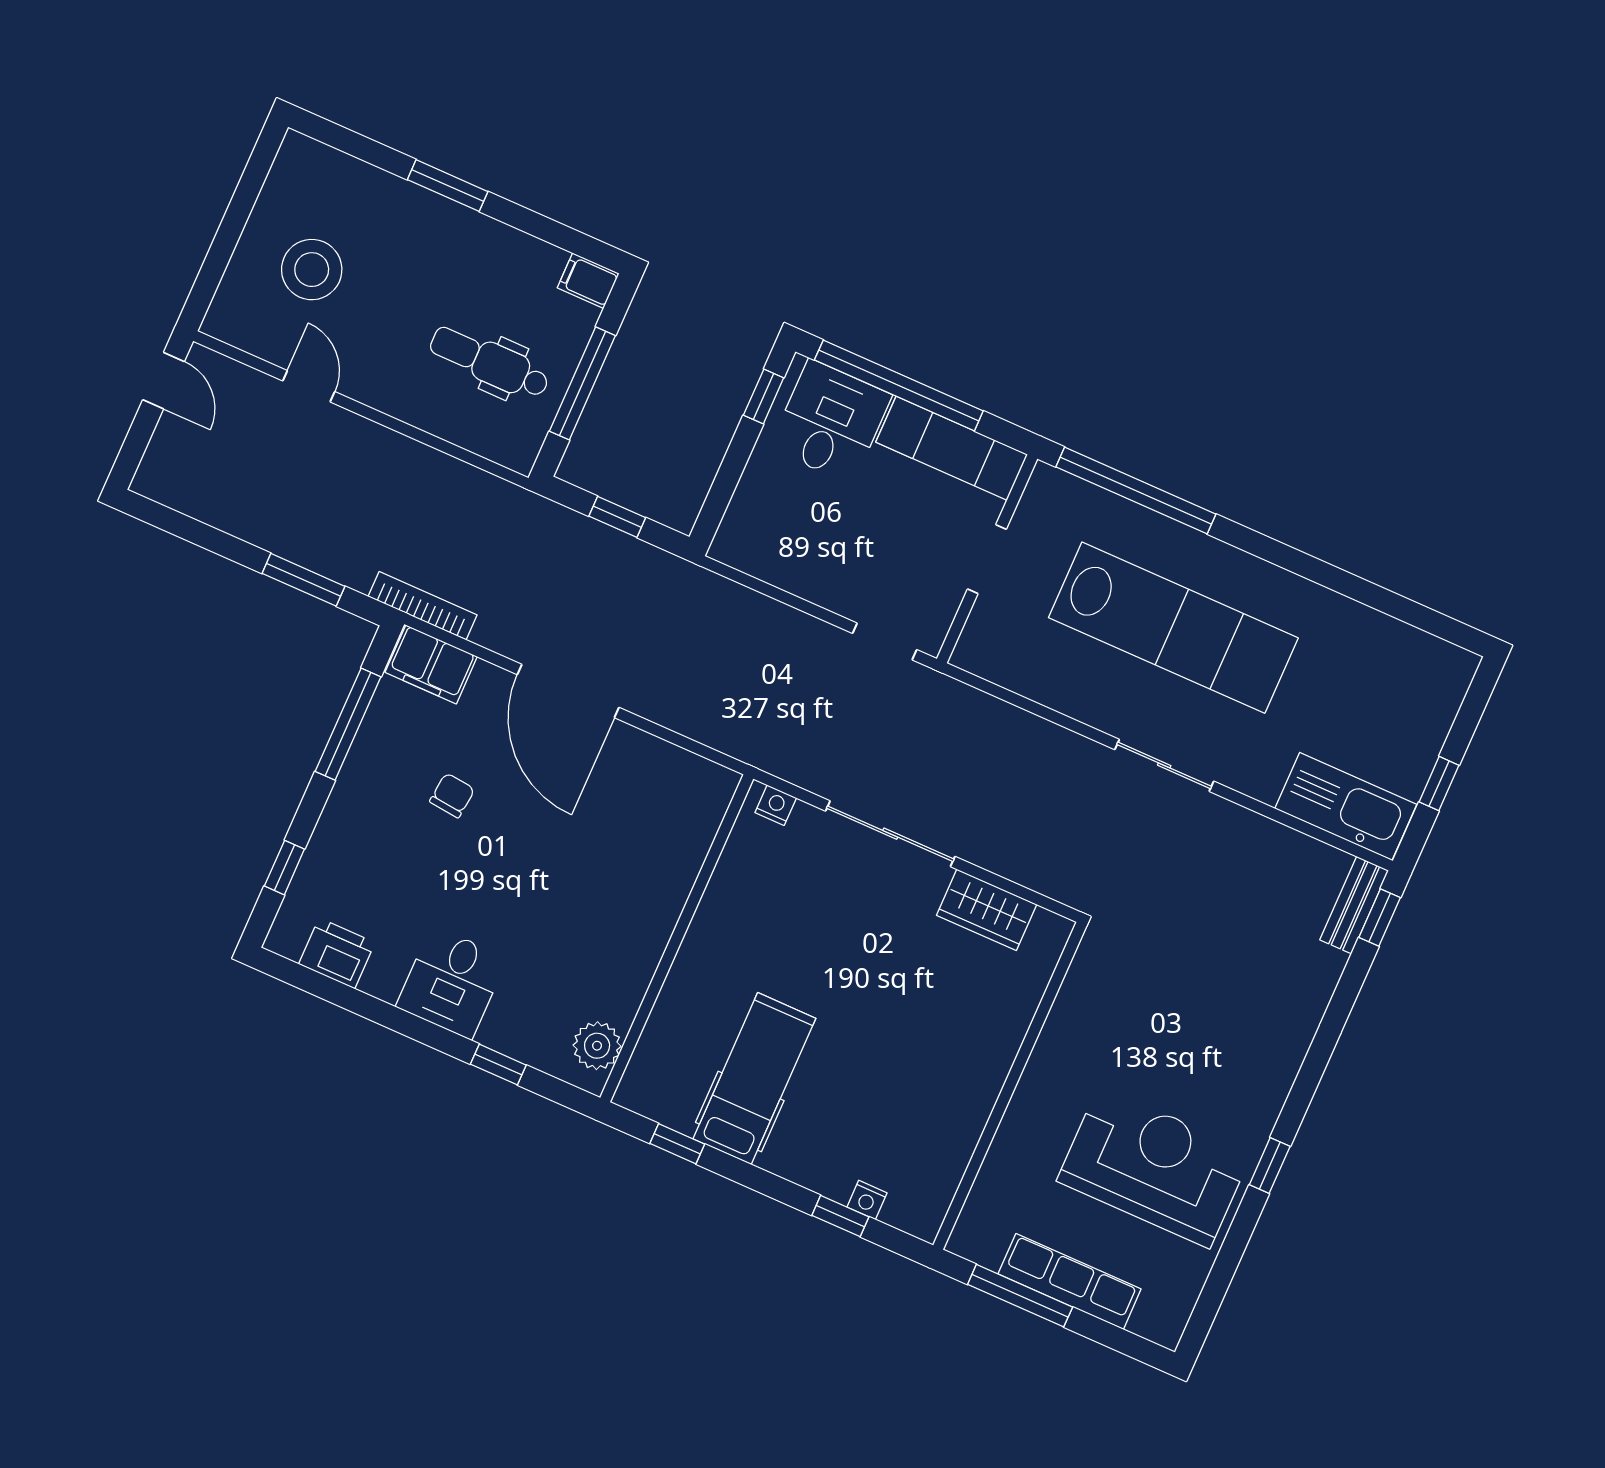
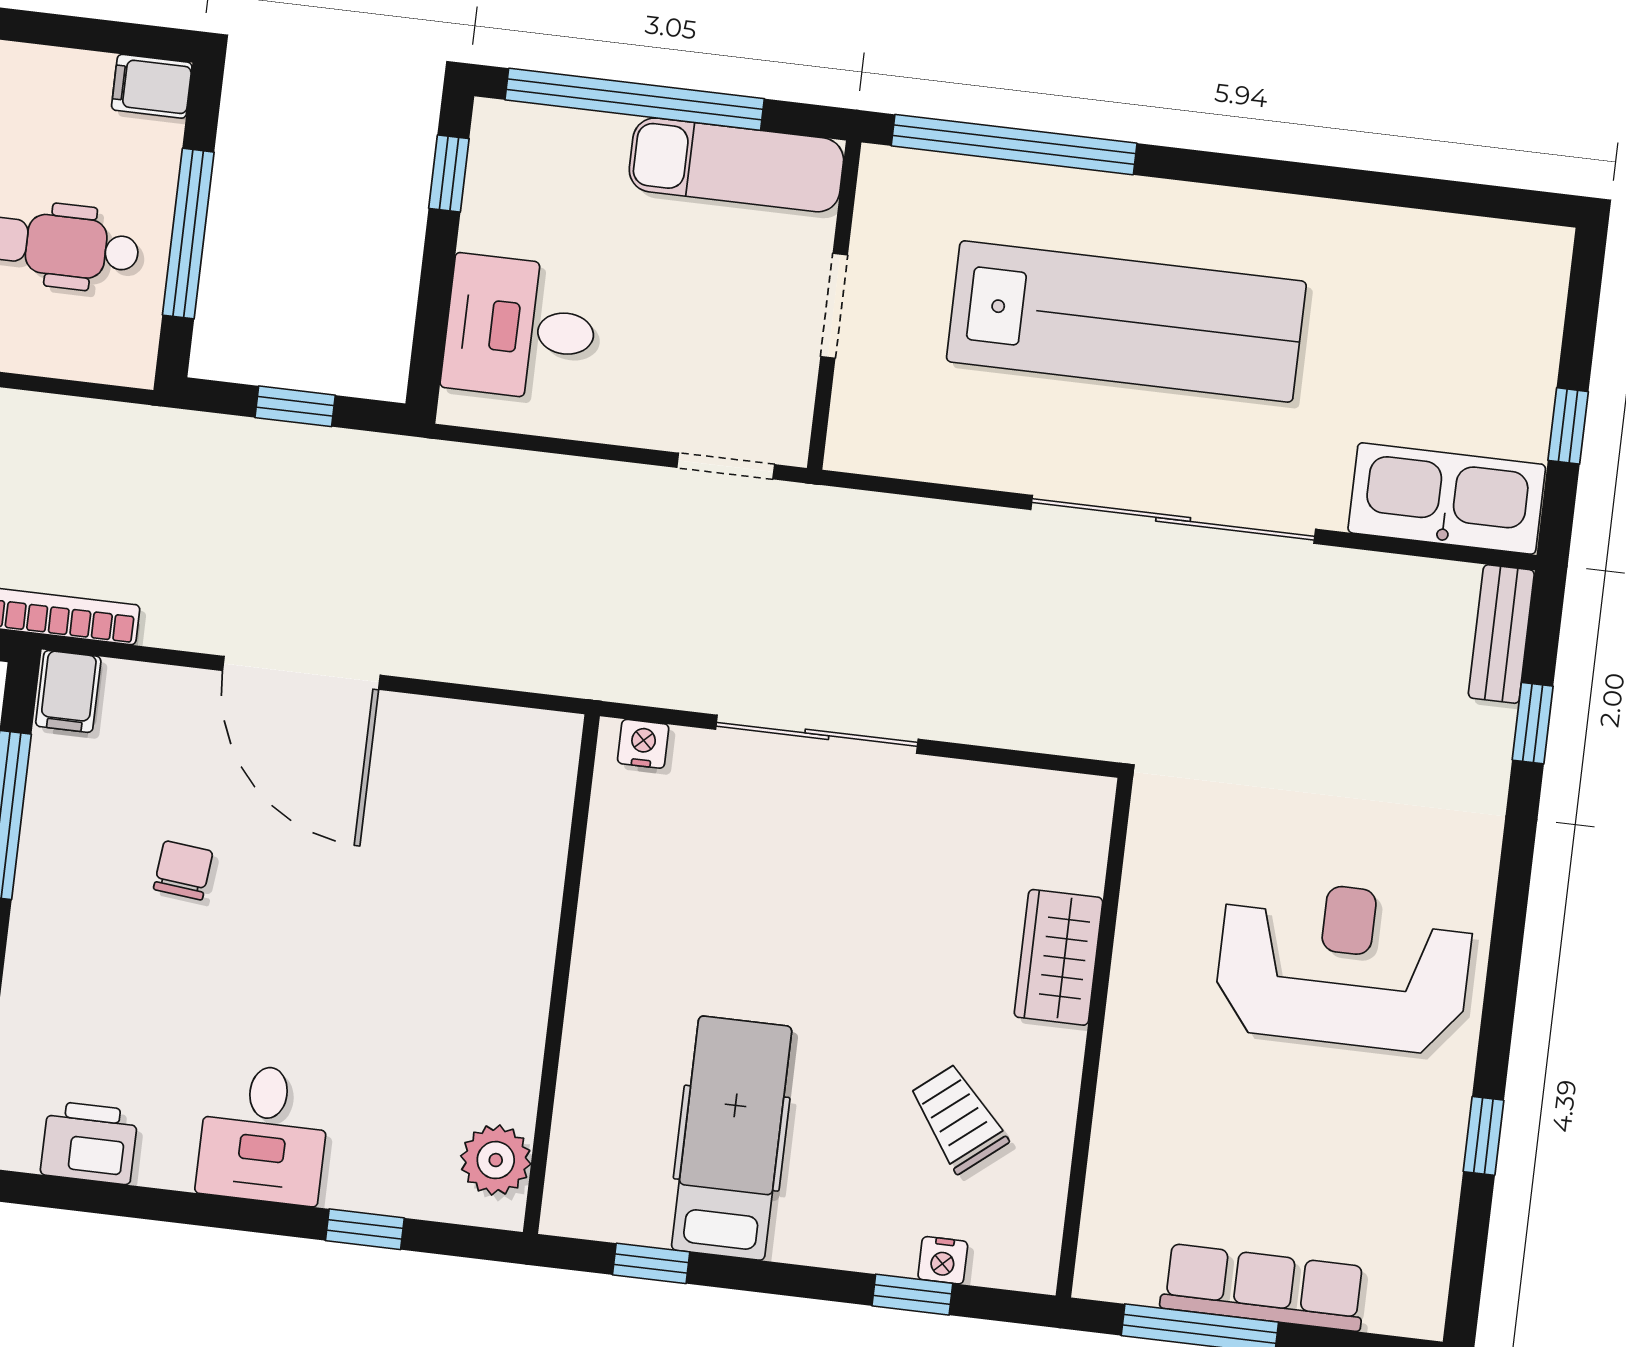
desk: (831, 422) -> (520, 328), moved, turned -90
filing cabinet: (431, 664) -> (68, 691), width x0.50
sliding door: (1164, 765) -> (1173, 519), width x1.86
wardrobe: (987, 910) -> (1058, 957), moved, turned 90
window: (1380, 918) -> (1533, 723), moved
trolley: (905, 1111) -> (958, 1118), added
window: (1270, 1166) -> (1483, 1136), moved
reception desk: (1154, 1167) -> (1344, 965), moved

